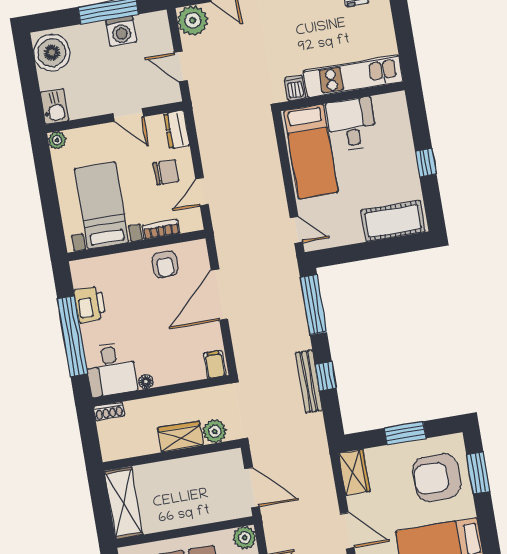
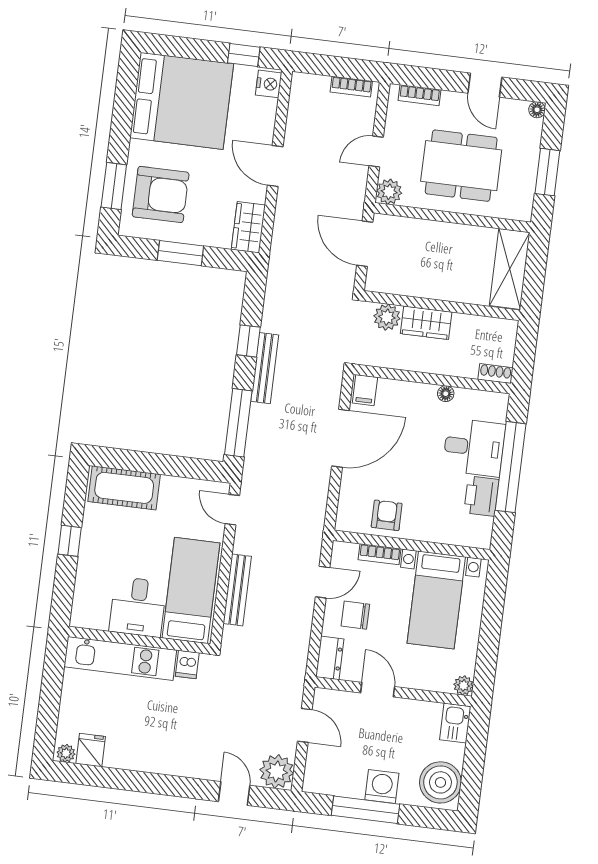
washing machine: (121, 31) -> (382, 787), moved
bench: (272, 164) -> (237, 590), added
door: (219, 295) -> (340, 438), moved
desk: (111, 369) -> (474, 447), moved, turned 90
bench: (309, 381) -> (265, 368), moved

